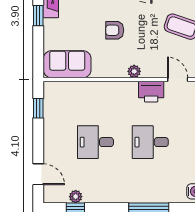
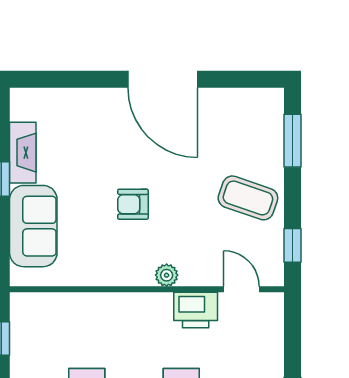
sofa: (67, 64) -> (33, 226), moved, turned 90

